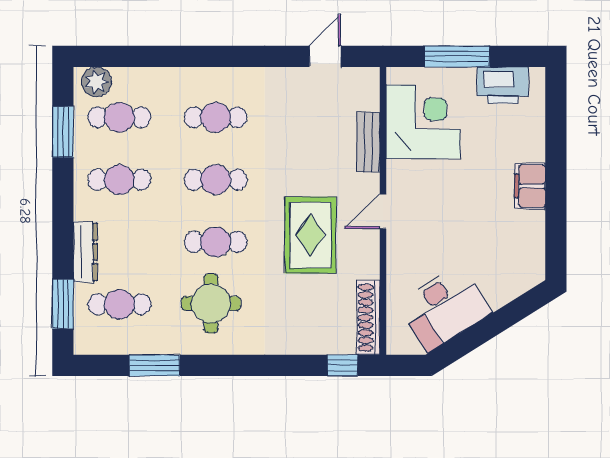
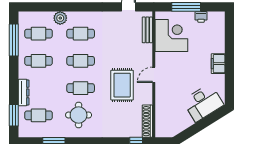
plant: (96, 82) -> (60, 18), moved
printer: (503, 85) -> (201, 17), width x0.53, depth x0.68
window: (63, 132) -> (14, 40), width x1.44
bench: (368, 142) -> (147, 30), moved
desk: (444, 308) -> (203, 103), moved

